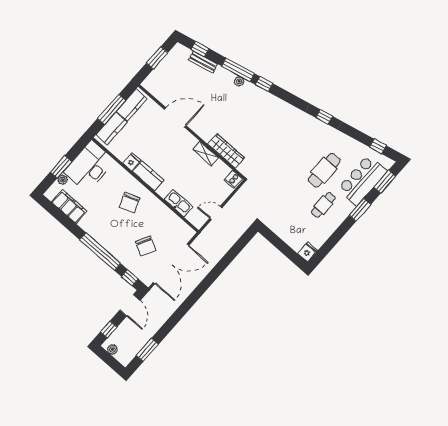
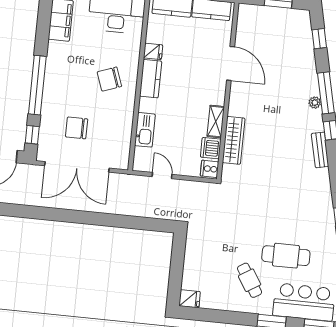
bench: (203, 62) -> (320, 150), moved
dishwasher: (221, 169) -> (211, 148), added
cafe table: (323, 205) -> (250, 280), turned 58
chair: (146, 246) -> (77, 128), turned 62

